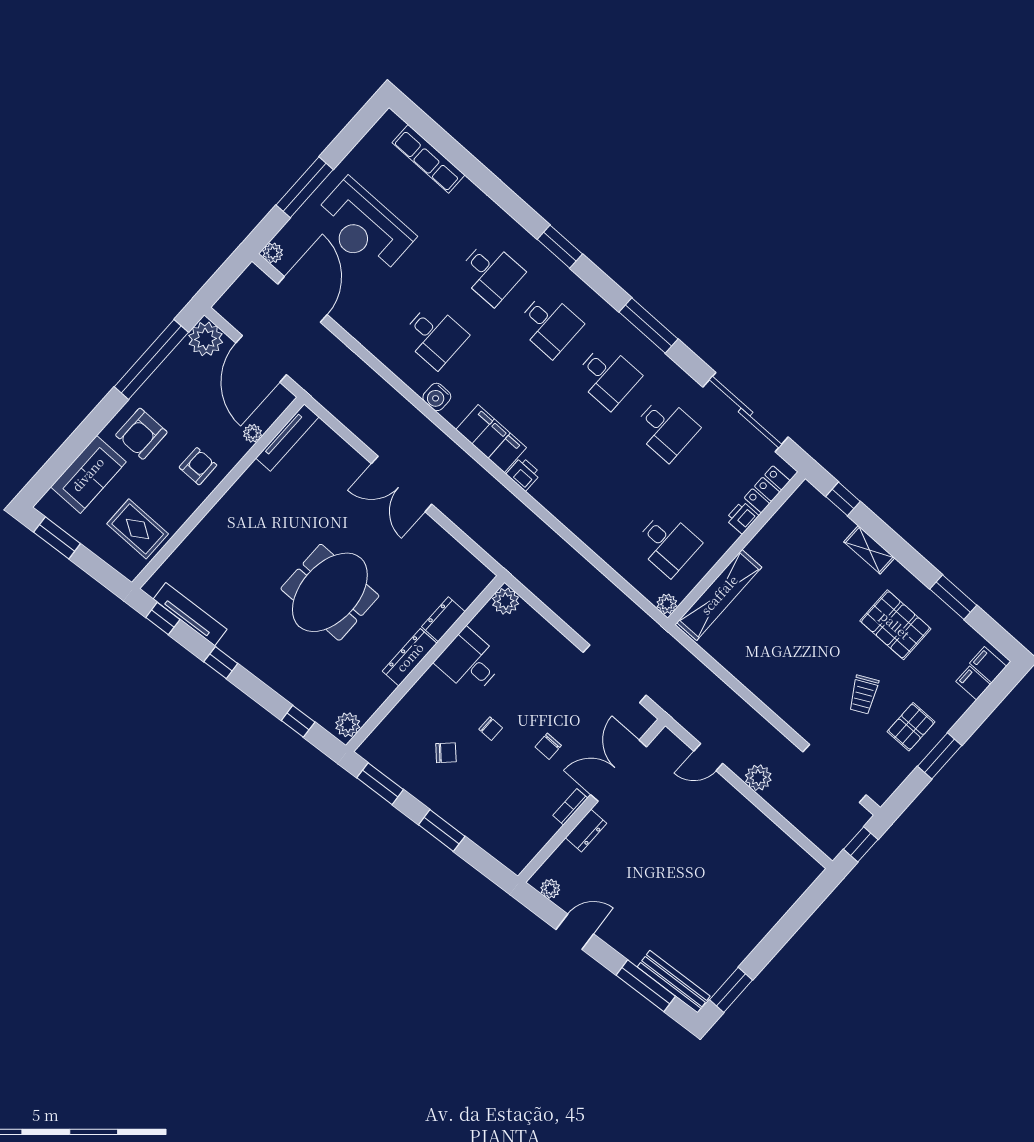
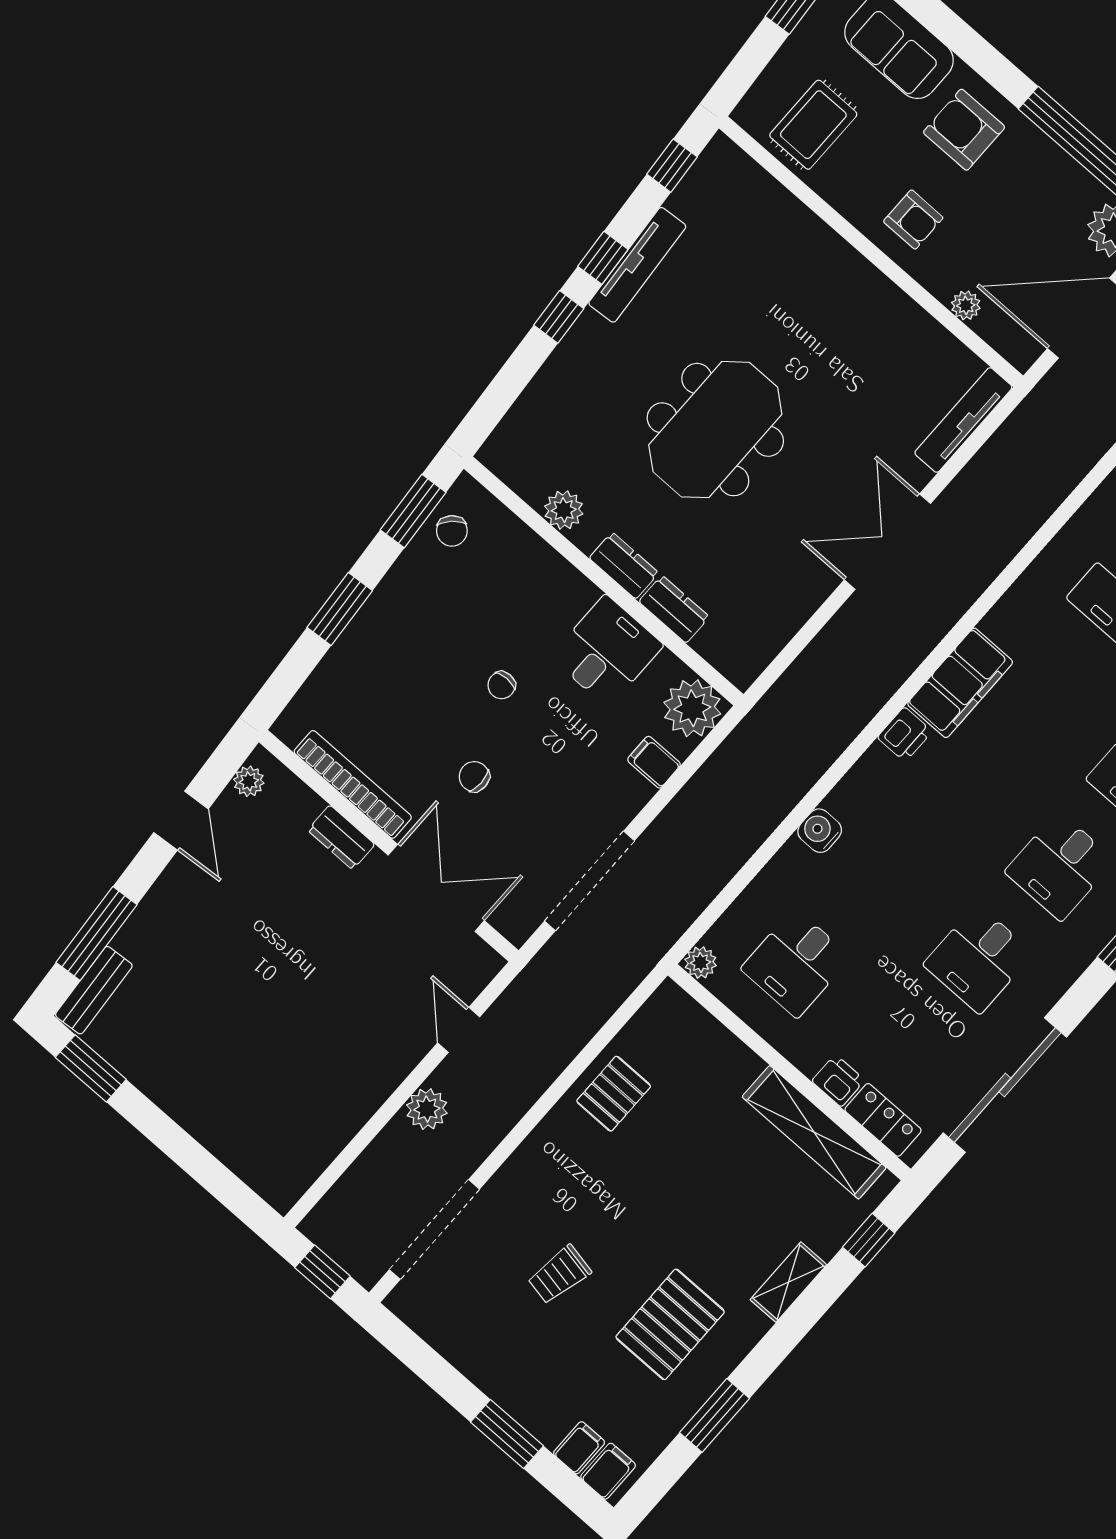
water cooler: (437, 397) -> (820, 831), moved
tv unit: (287, 438) -> (963, 420), moved, turned 90
meeting table: (330, 592) -> (715, 430), turned 90
shelving: (719, 595) -> (814, 1132), moved
plant: (506, 601) -> (692, 708), width x1.36, depth x1.36
tv unit: (190, 614) -> (637, 265), moved
filing cabinet: (540, 632) -> (654, 762), added
dresser: (410, 657) -> (624, 566), width x0.70
trolley: (864, 695) -> (559, 1275), turned -52
window: (298, 721) -> (559, 317), moved
plant: (348, 725) -> (564, 510), moved
pallet: (911, 727) -> (614, 1094), moved, turned 90
chair: (446, 753) -> (452, 531), moved
window: (940, 756) -> (507, 1434), moved
bookcase: (570, 807) -> (353, 784), width x2.31, depth x1.31
bench: (674, 982) -> (94, 990), width x0.73

